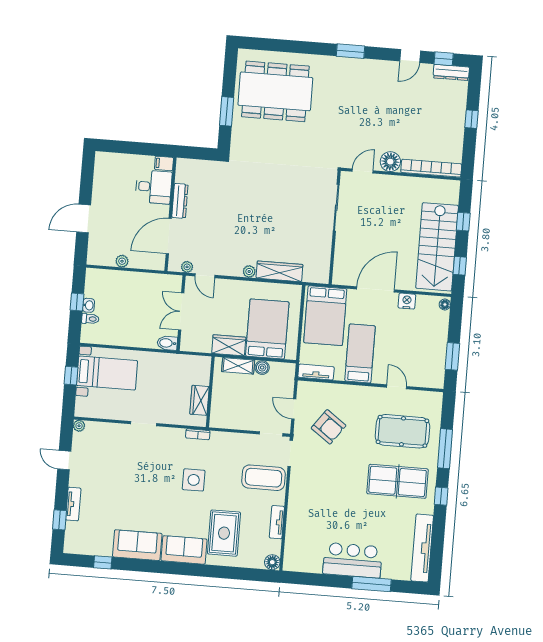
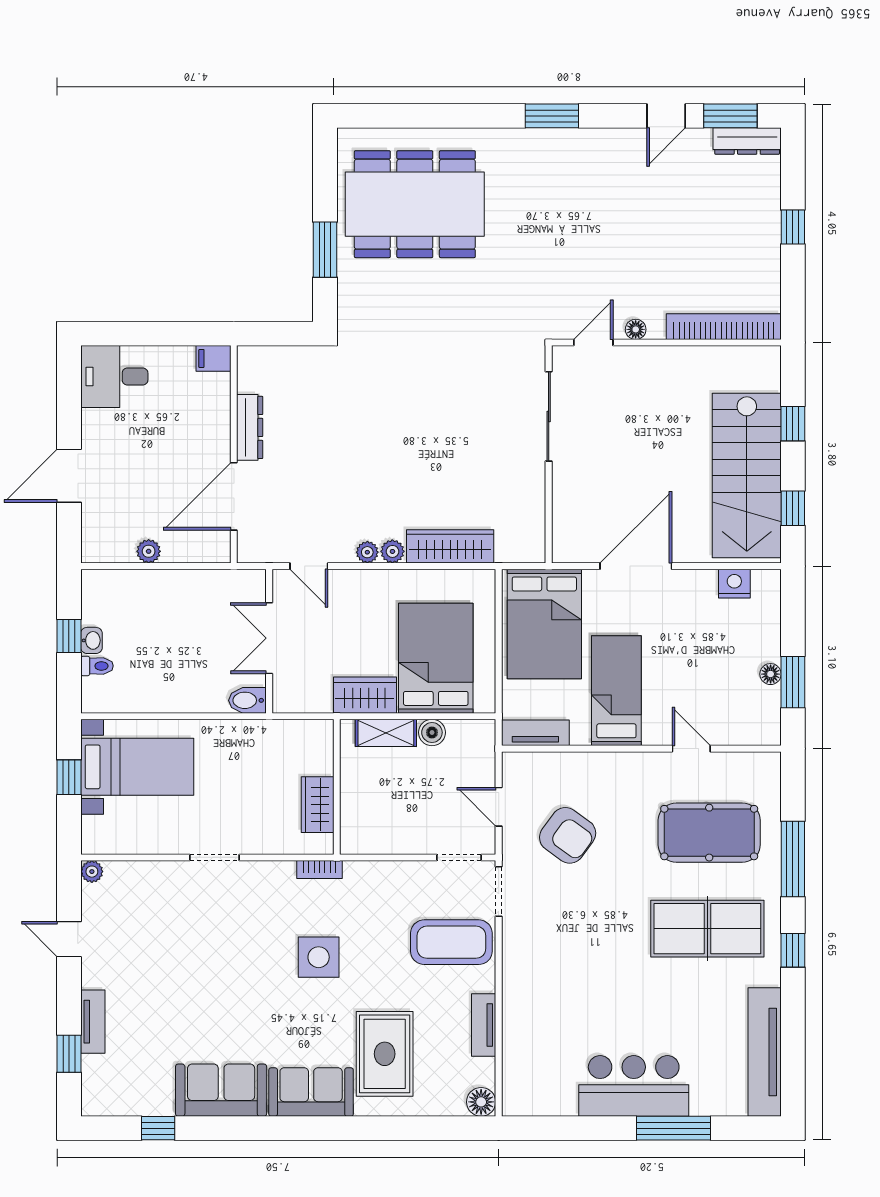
window: (444, 59) -> (730, 116), width x1.50
floor lamp: (390, 162) -> (636, 329), width x0.53, depth x0.53
desk: (154, 187) -> (114, 377), moved, turned 180
plant: (187, 267) -> (367, 552), moved
nightstand: (407, 301) -> (734, 584), moved
floor lamp: (445, 304) -> (771, 674), moved

